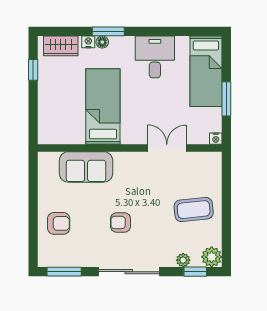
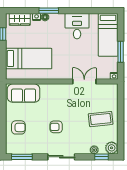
bed: (103, 106) -> (29, 59), moved, turned 90
sofa: (86, 167) -> (24, 93), moved
sliding door: (129, 272) -> (61, 157), width x0.73

